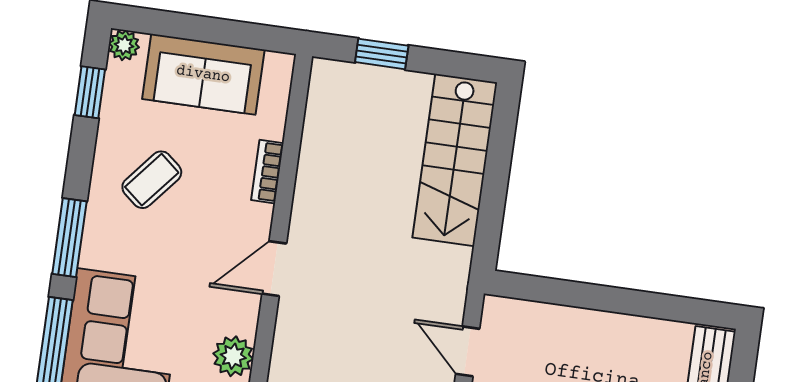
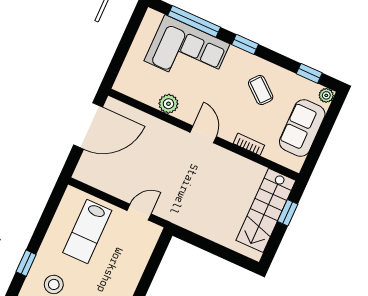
stairs: (455, 160) -> (266, 210), moved, turned -90
window: (69, 238) -> (245, 44), width x0.67

